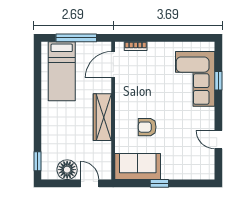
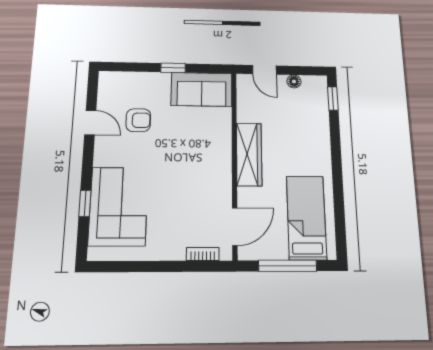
armchair: (147, 127) -> (138, 120), moved
floor lamp: (67, 170) -> (294, 81), width x0.53, depth x0.53

